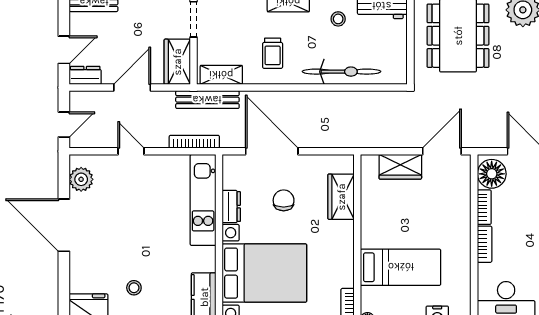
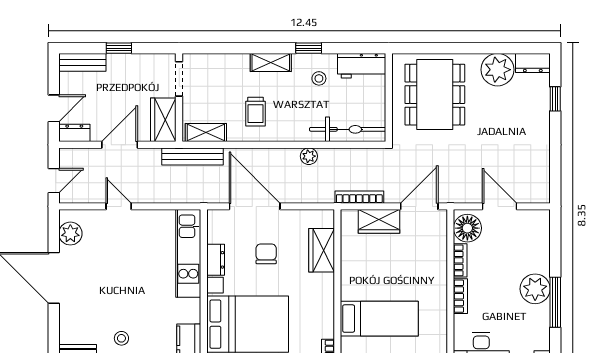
bicycle: (341, 72) -> (348, 129), moved
plant: (328, 99) -> (309, 156), added
bookcase: (194, 142) -> (359, 197), moved

